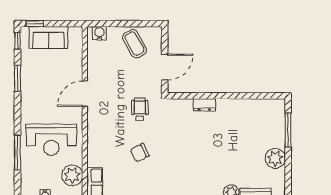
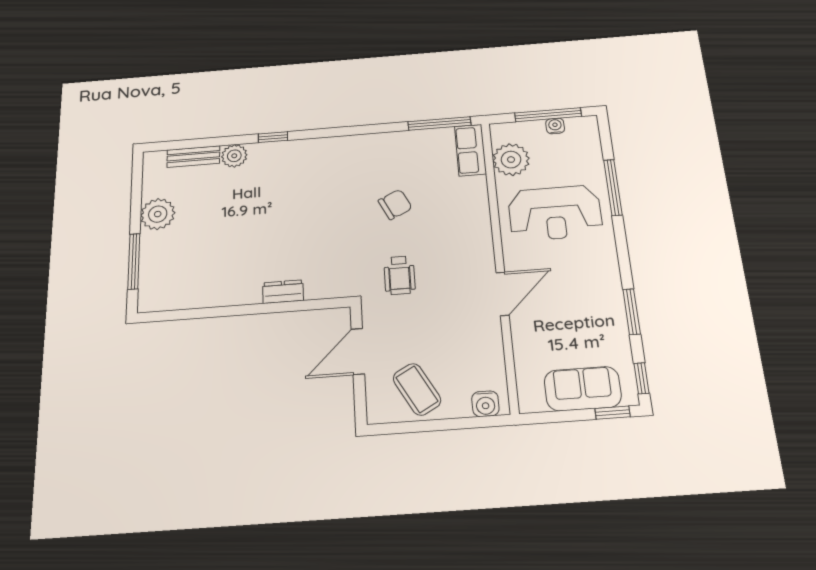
reception desk: (51, 140) -> (555, 213), turned 180

